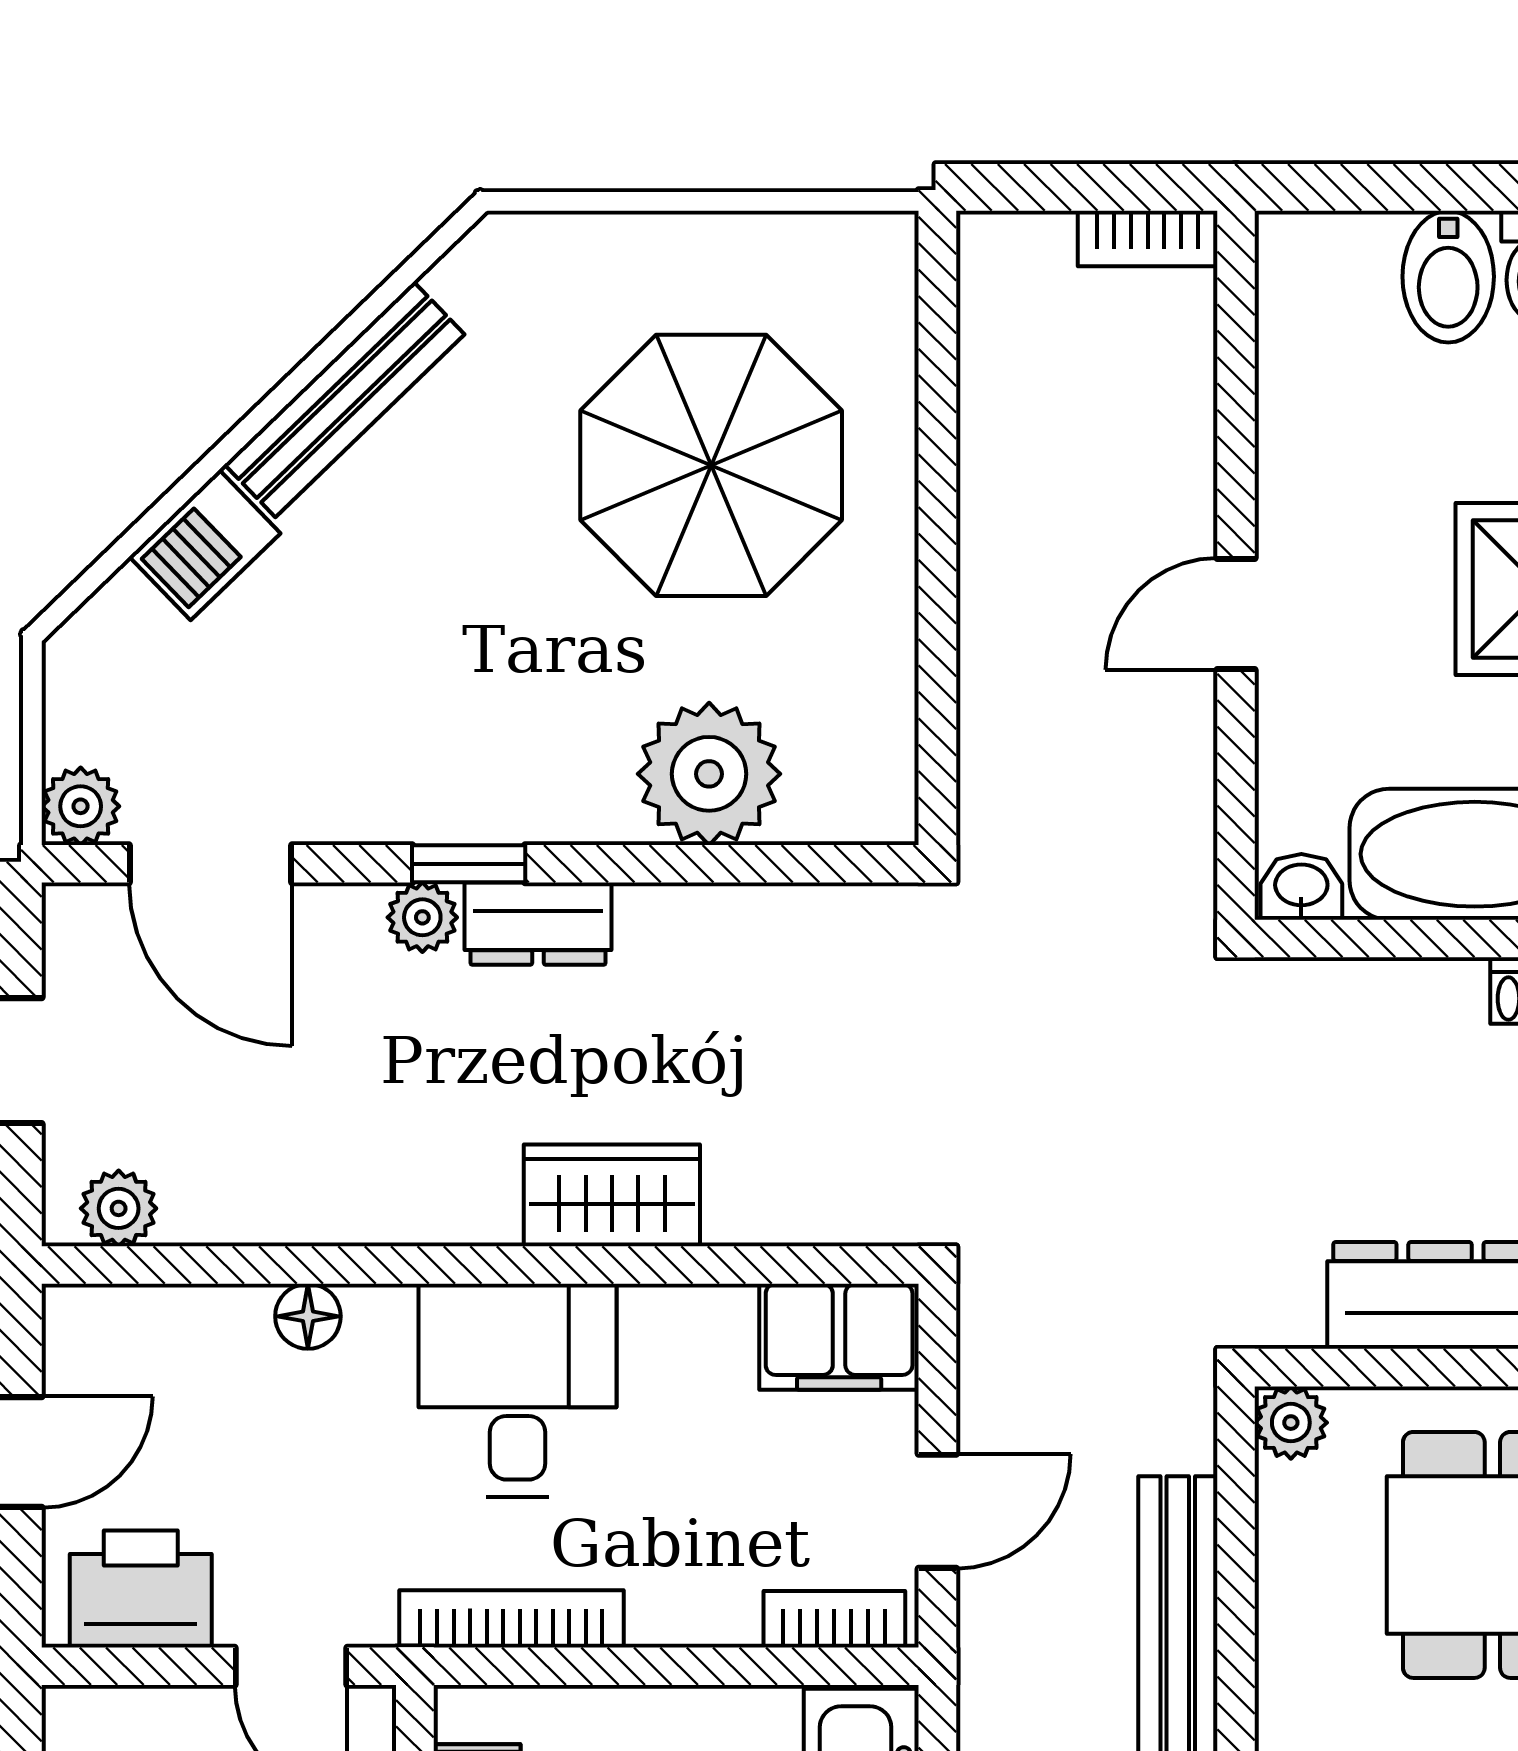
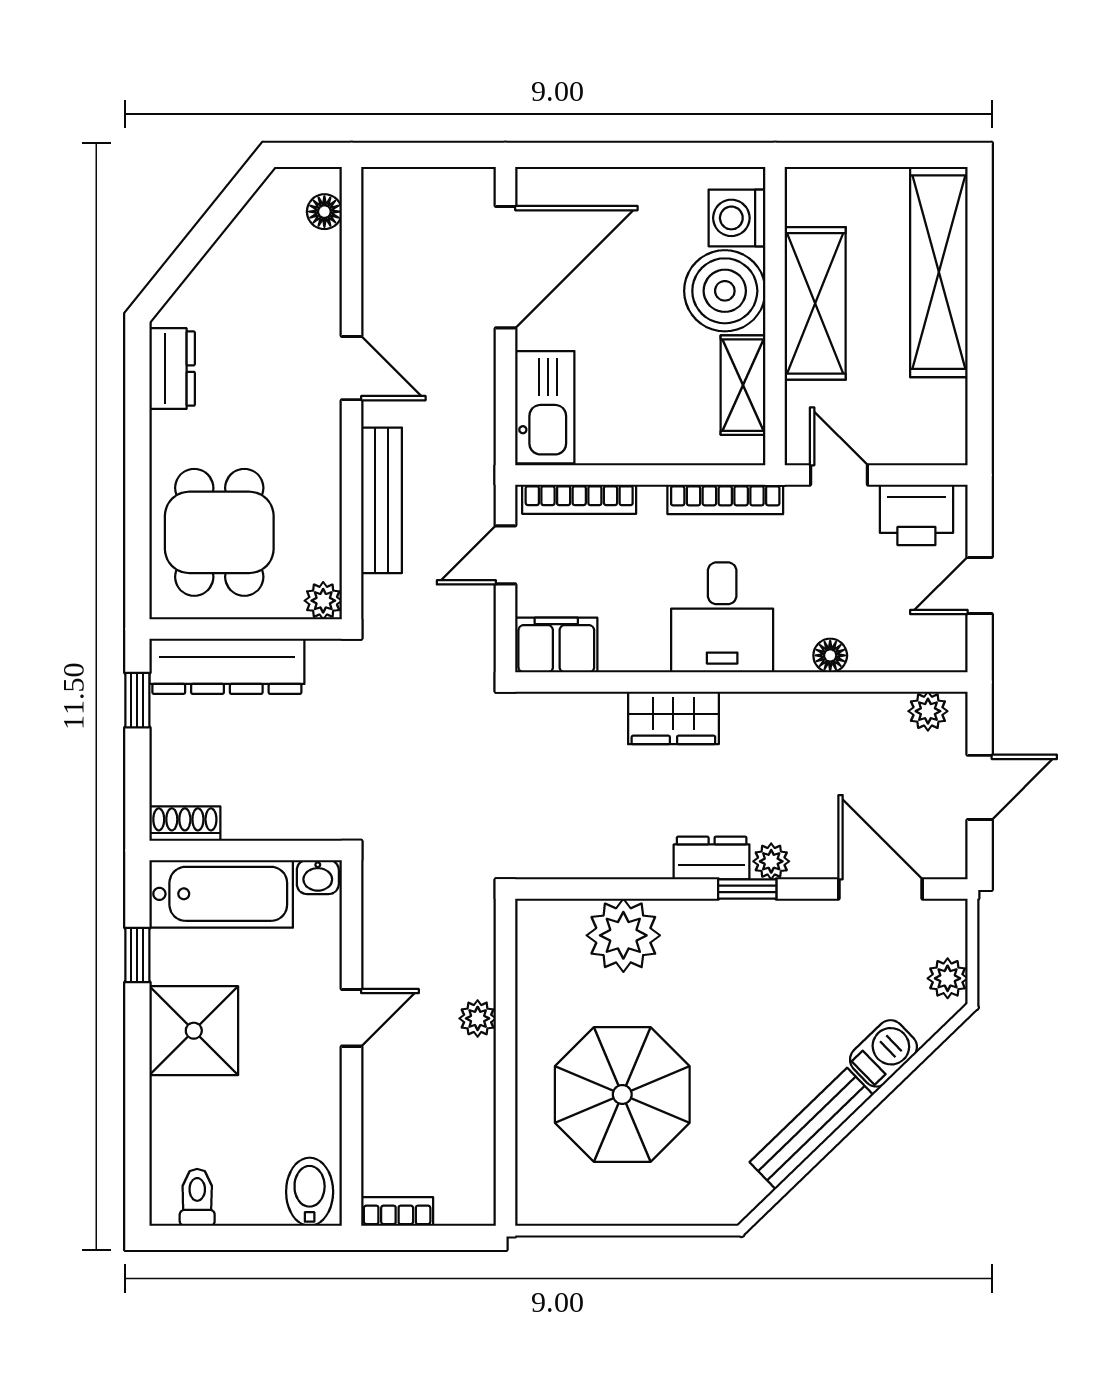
bidet: (1448, 277) -> (310, 1192), moved
plant: (992, 613) -> (478, 1018), added
plant: (81, 806) -> (948, 978), moved
bookcase: (834, 1619) -> (579, 499), width x1.56

